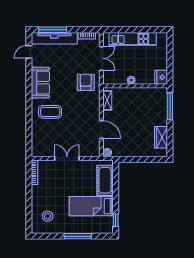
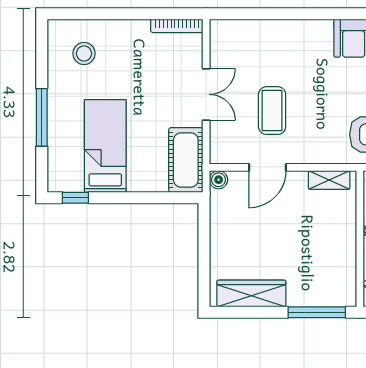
coffee table: (50, 112) -> (272, 111), moved
wardrobe: (161, 137) -> (251, 294), width x1.50
cot: (105, 180) -> (186, 160), moved, turned 90

